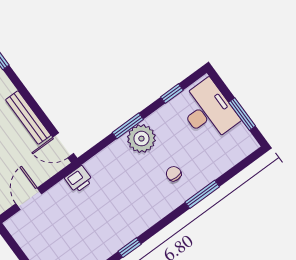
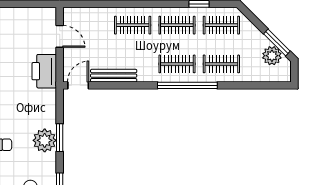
printer: (79, 179) -> (44, 71), width x1.87, depth x1.48

